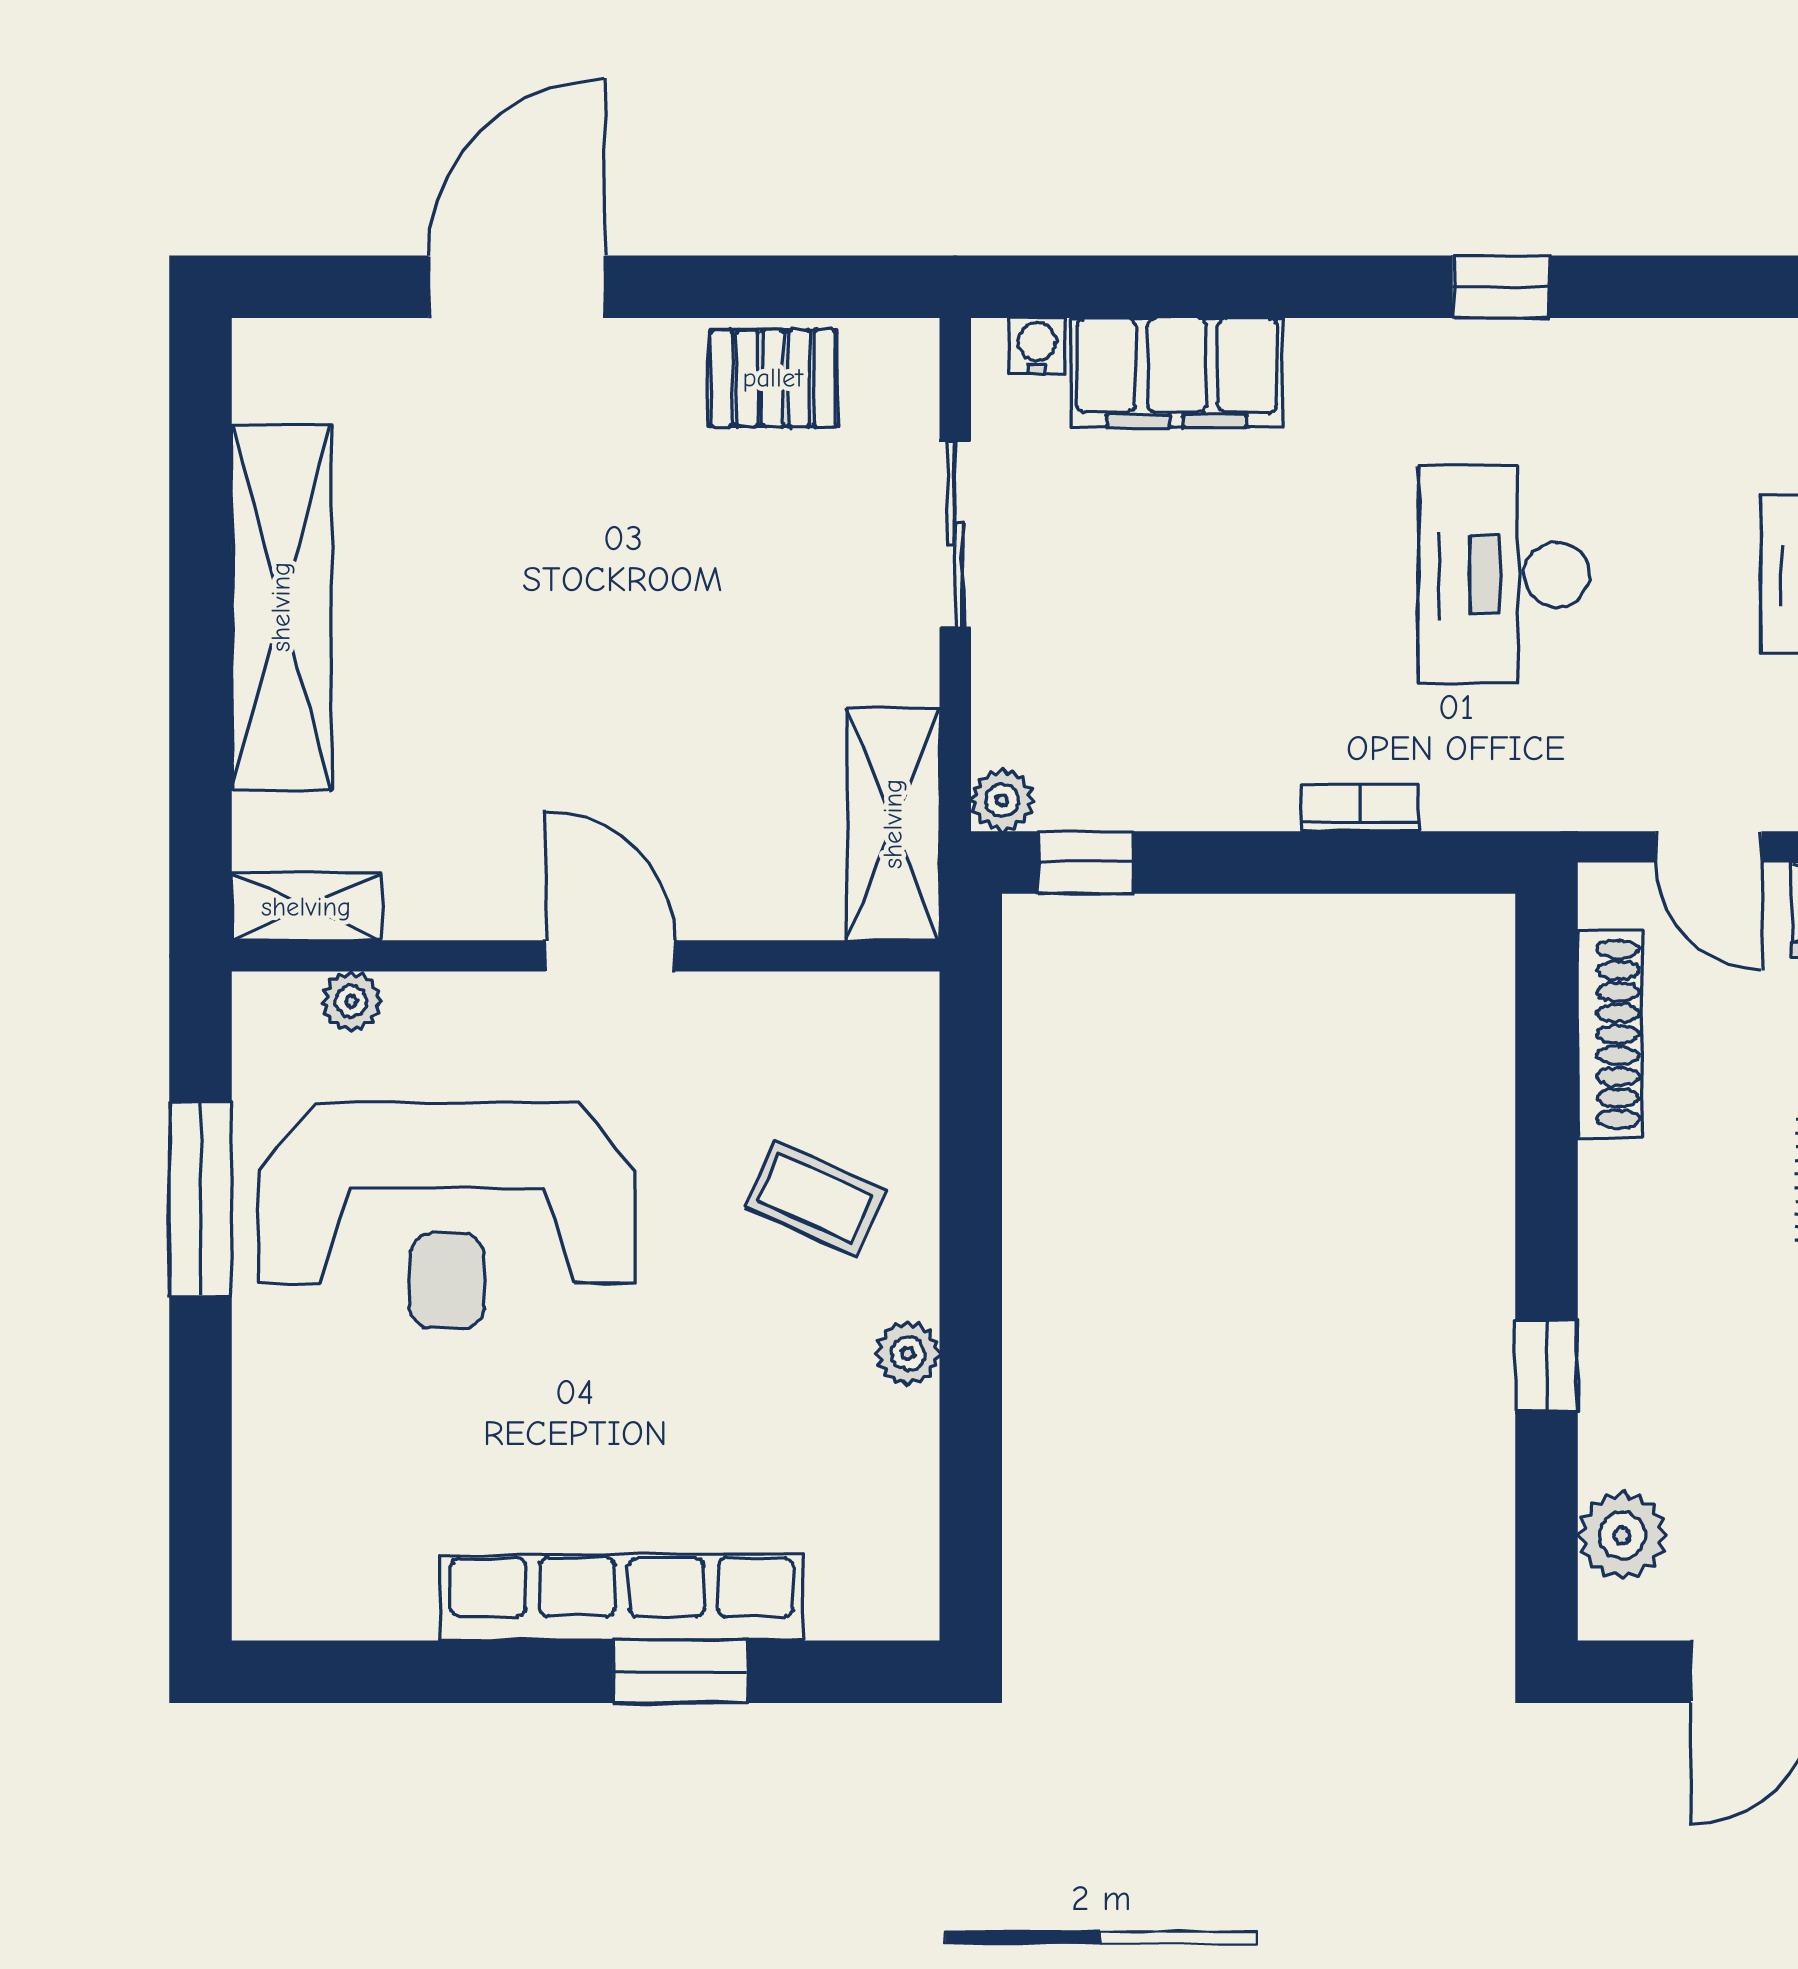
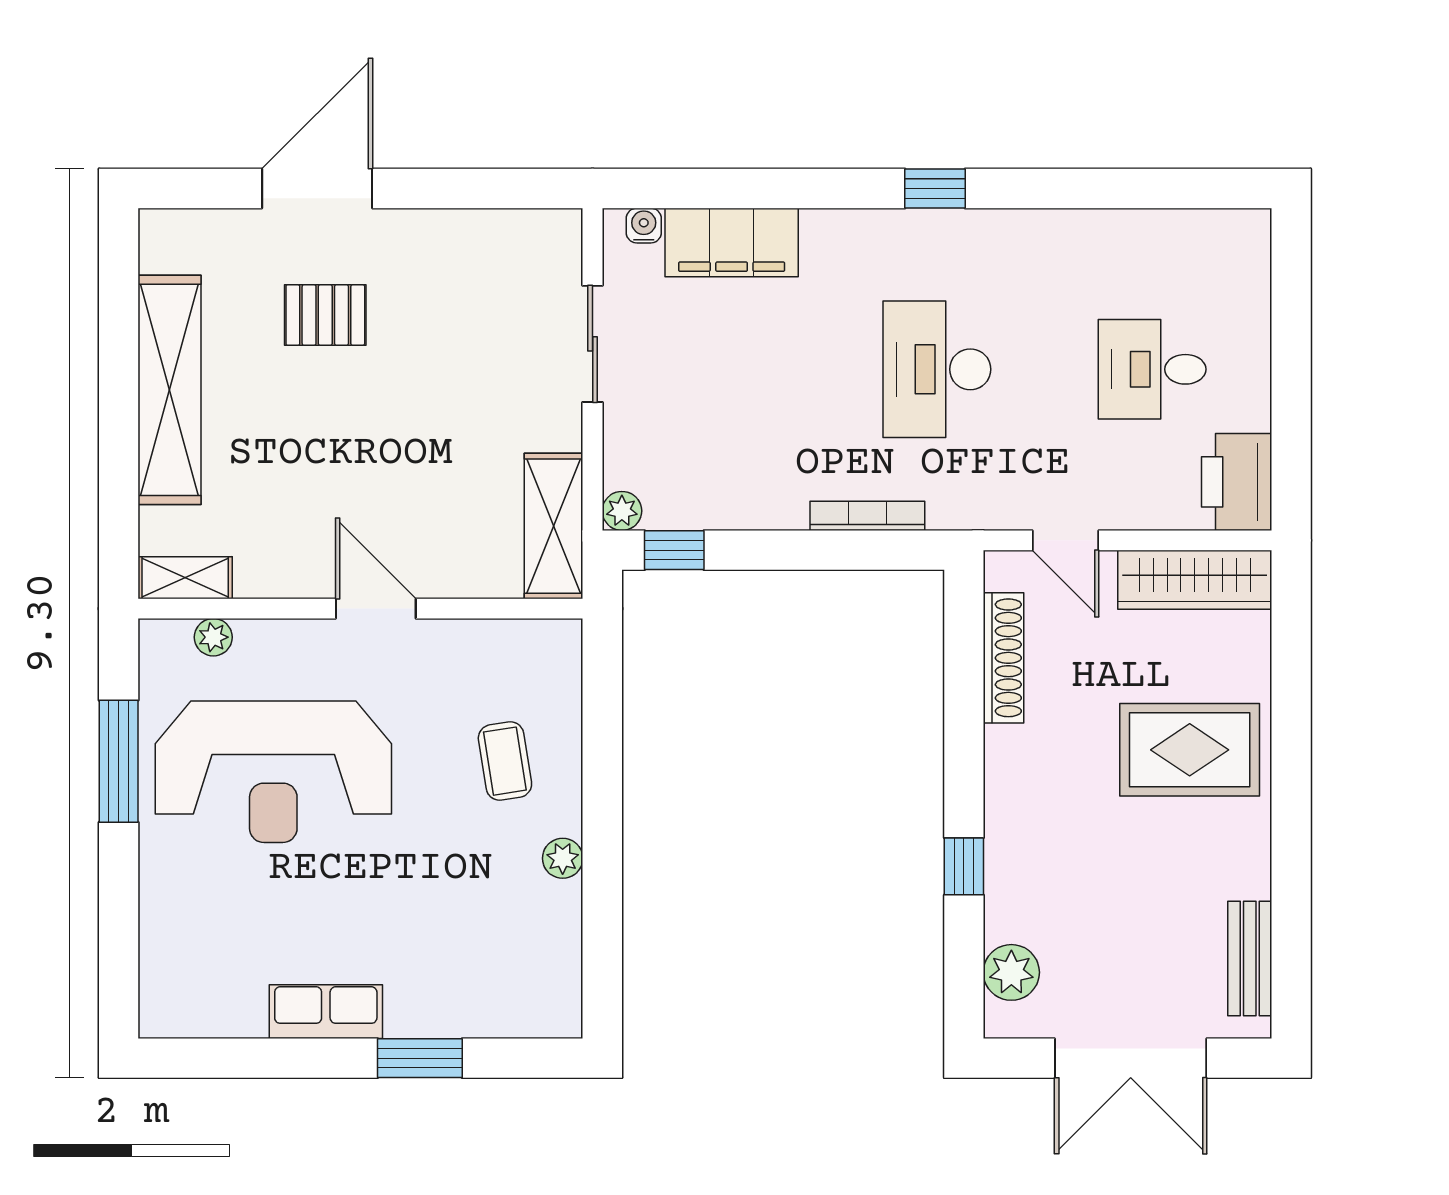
pallet: (773, 378) -> (325, 315), moved
bookcase: (1360, 808) -> (867, 516), width x1.56
coffee table: (816, 1198) -> (505, 761), turned 57
row of seats: (622, 1597) -> (326, 1012), width x0.50

